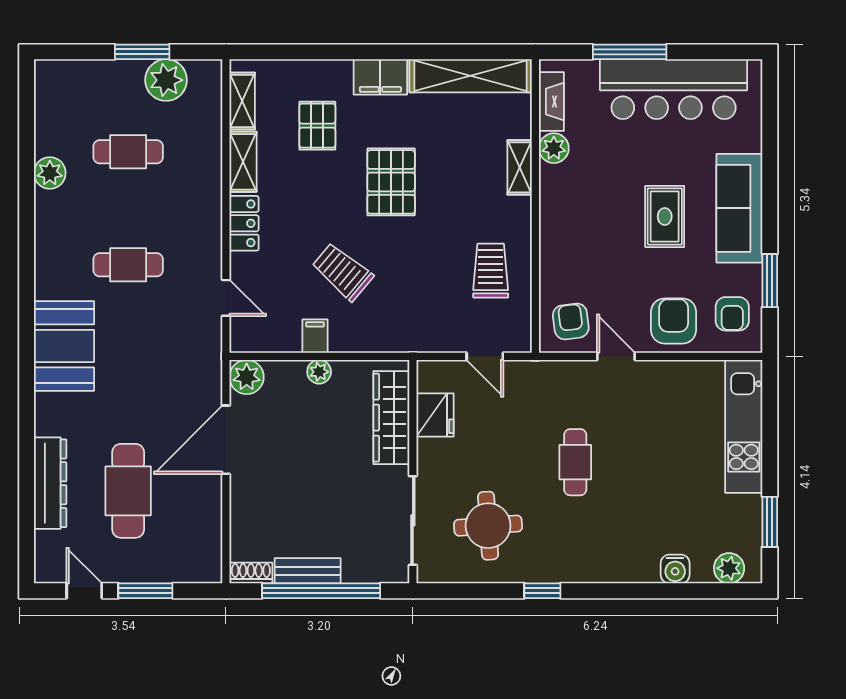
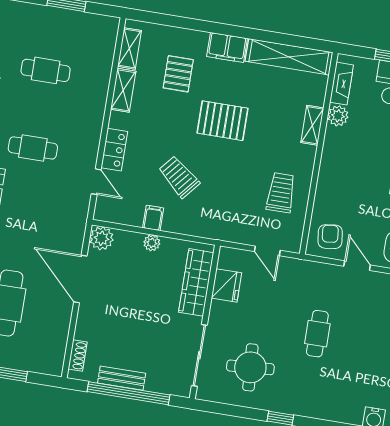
plant: (166, 80) -> (80, 26), removed
pallet: (391, 182) -> (223, 121), turned 90
locker: (244, 223) -> (114, 150), moved
door: (226, 440) -> (80, 279), hinge flipped
shoe rack: (251, 573) -> (78, 356), moved, turned 90

